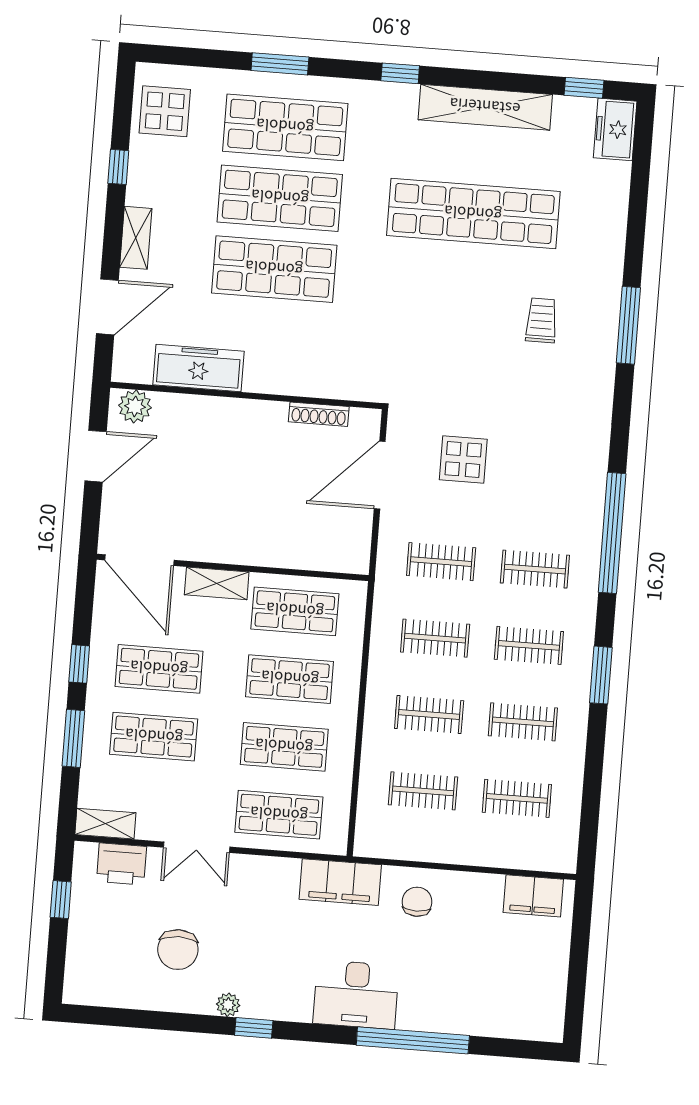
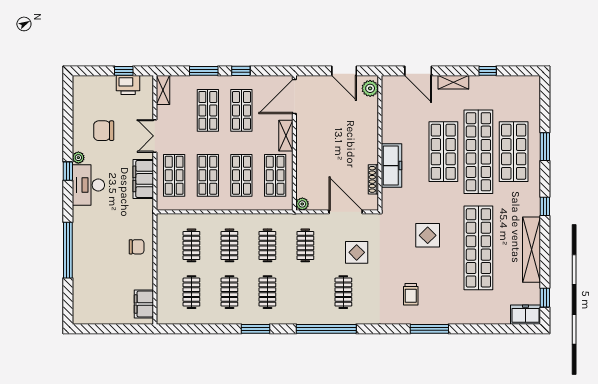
display table: (165, 111) -> (428, 235), moved
shop shelf: (280, 198) -> (478, 152), width x1.40
trolley: (541, 320) -> (411, 294), moved, turned 90
freezer: (198, 368) -> (392, 166), moved
plant: (357, 561) -> (302, 204), added
clothes rail: (535, 569) -> (343, 292), moved
printer: (122, 864) -> (128, 85), moved, turned -90
filing cabinet: (340, 882) -> (143, 179), moved
desk: (356, 995) -> (88, 185), moved

